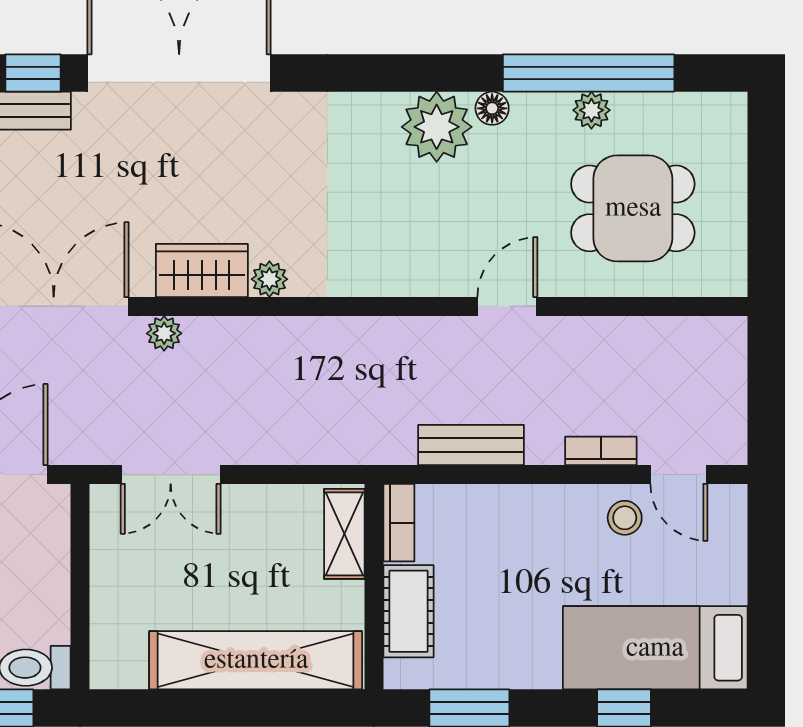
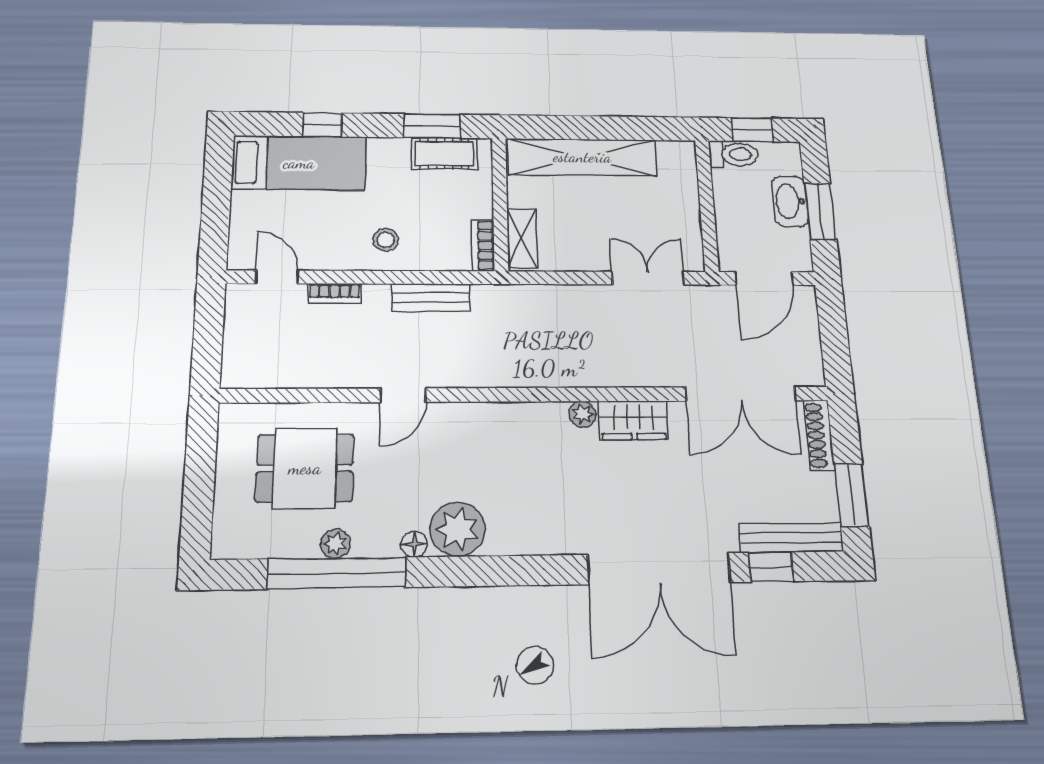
plant: (164, 333) -> (659, 375), removed
stool: (625, 518) -> (386, 240), moved
cot: (408, 611) -> (444, 154), moved, turned 90

